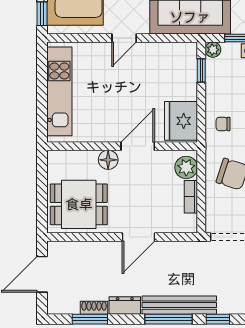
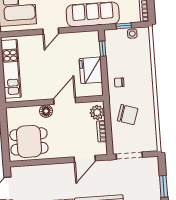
plant: (213, 50) -> (109, 35), removed
fridge: (181, 121) -> (91, 70), moved
door: (139, 237) -> (85, 159), moved

